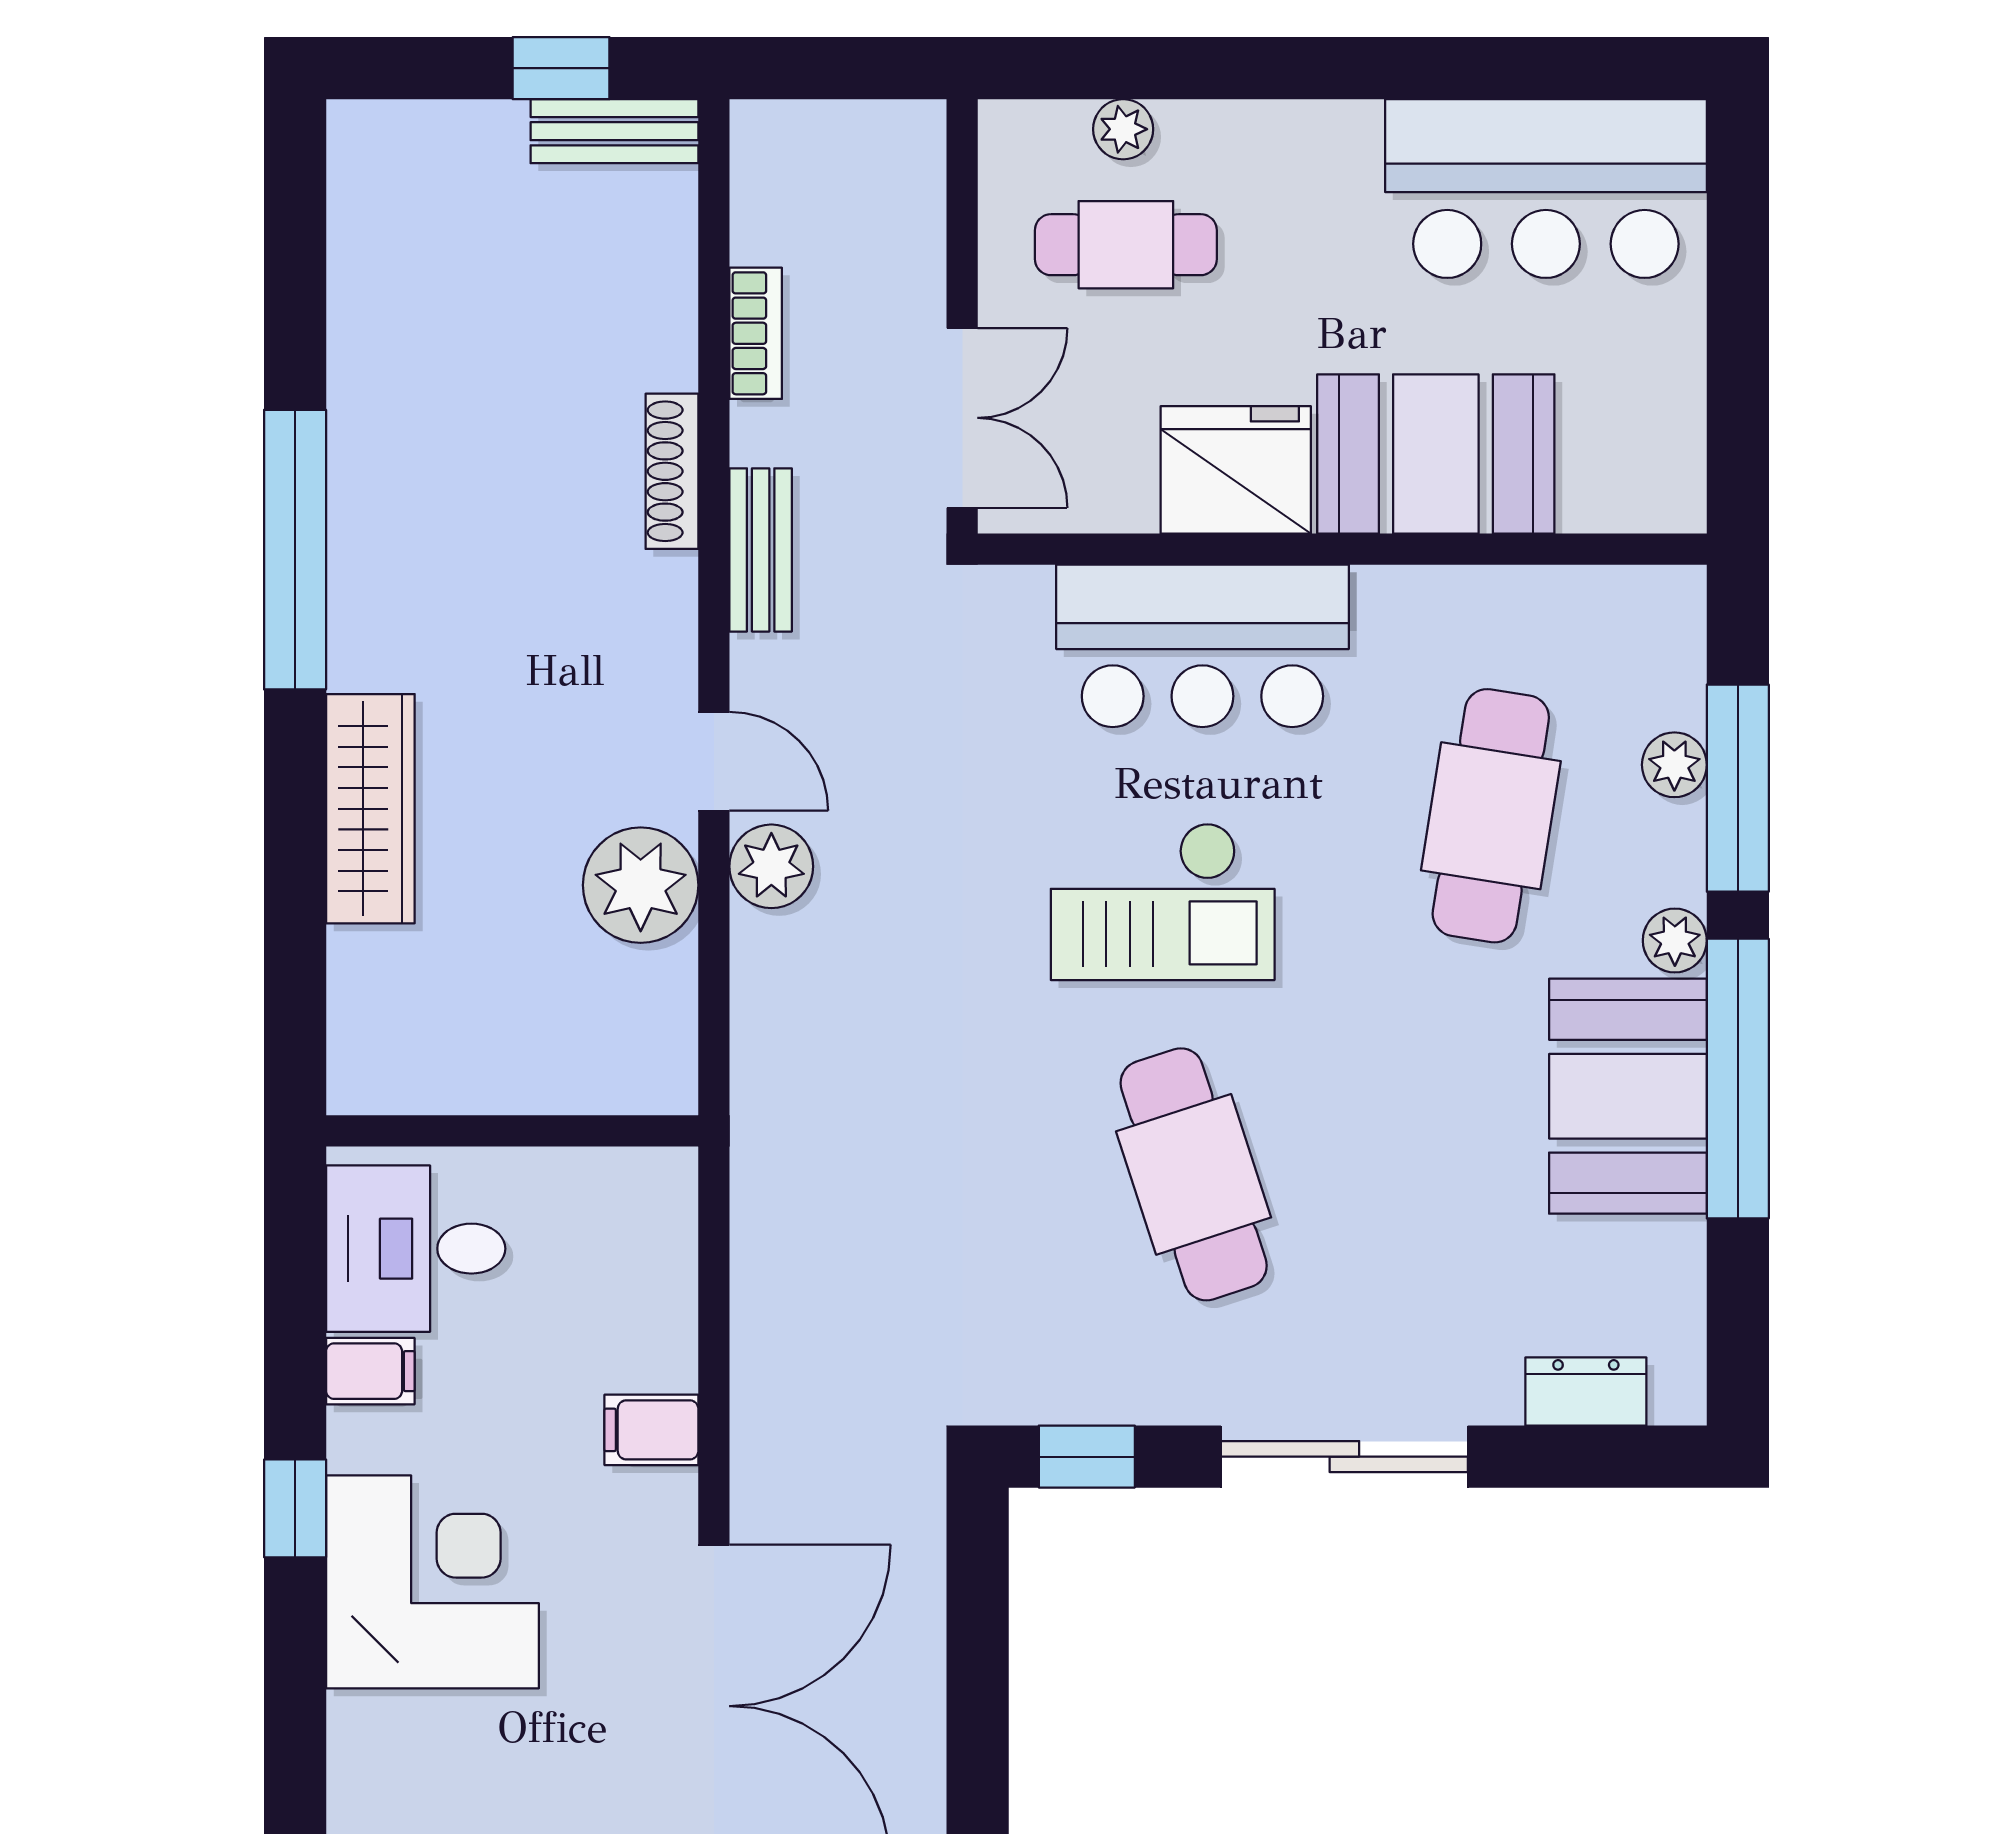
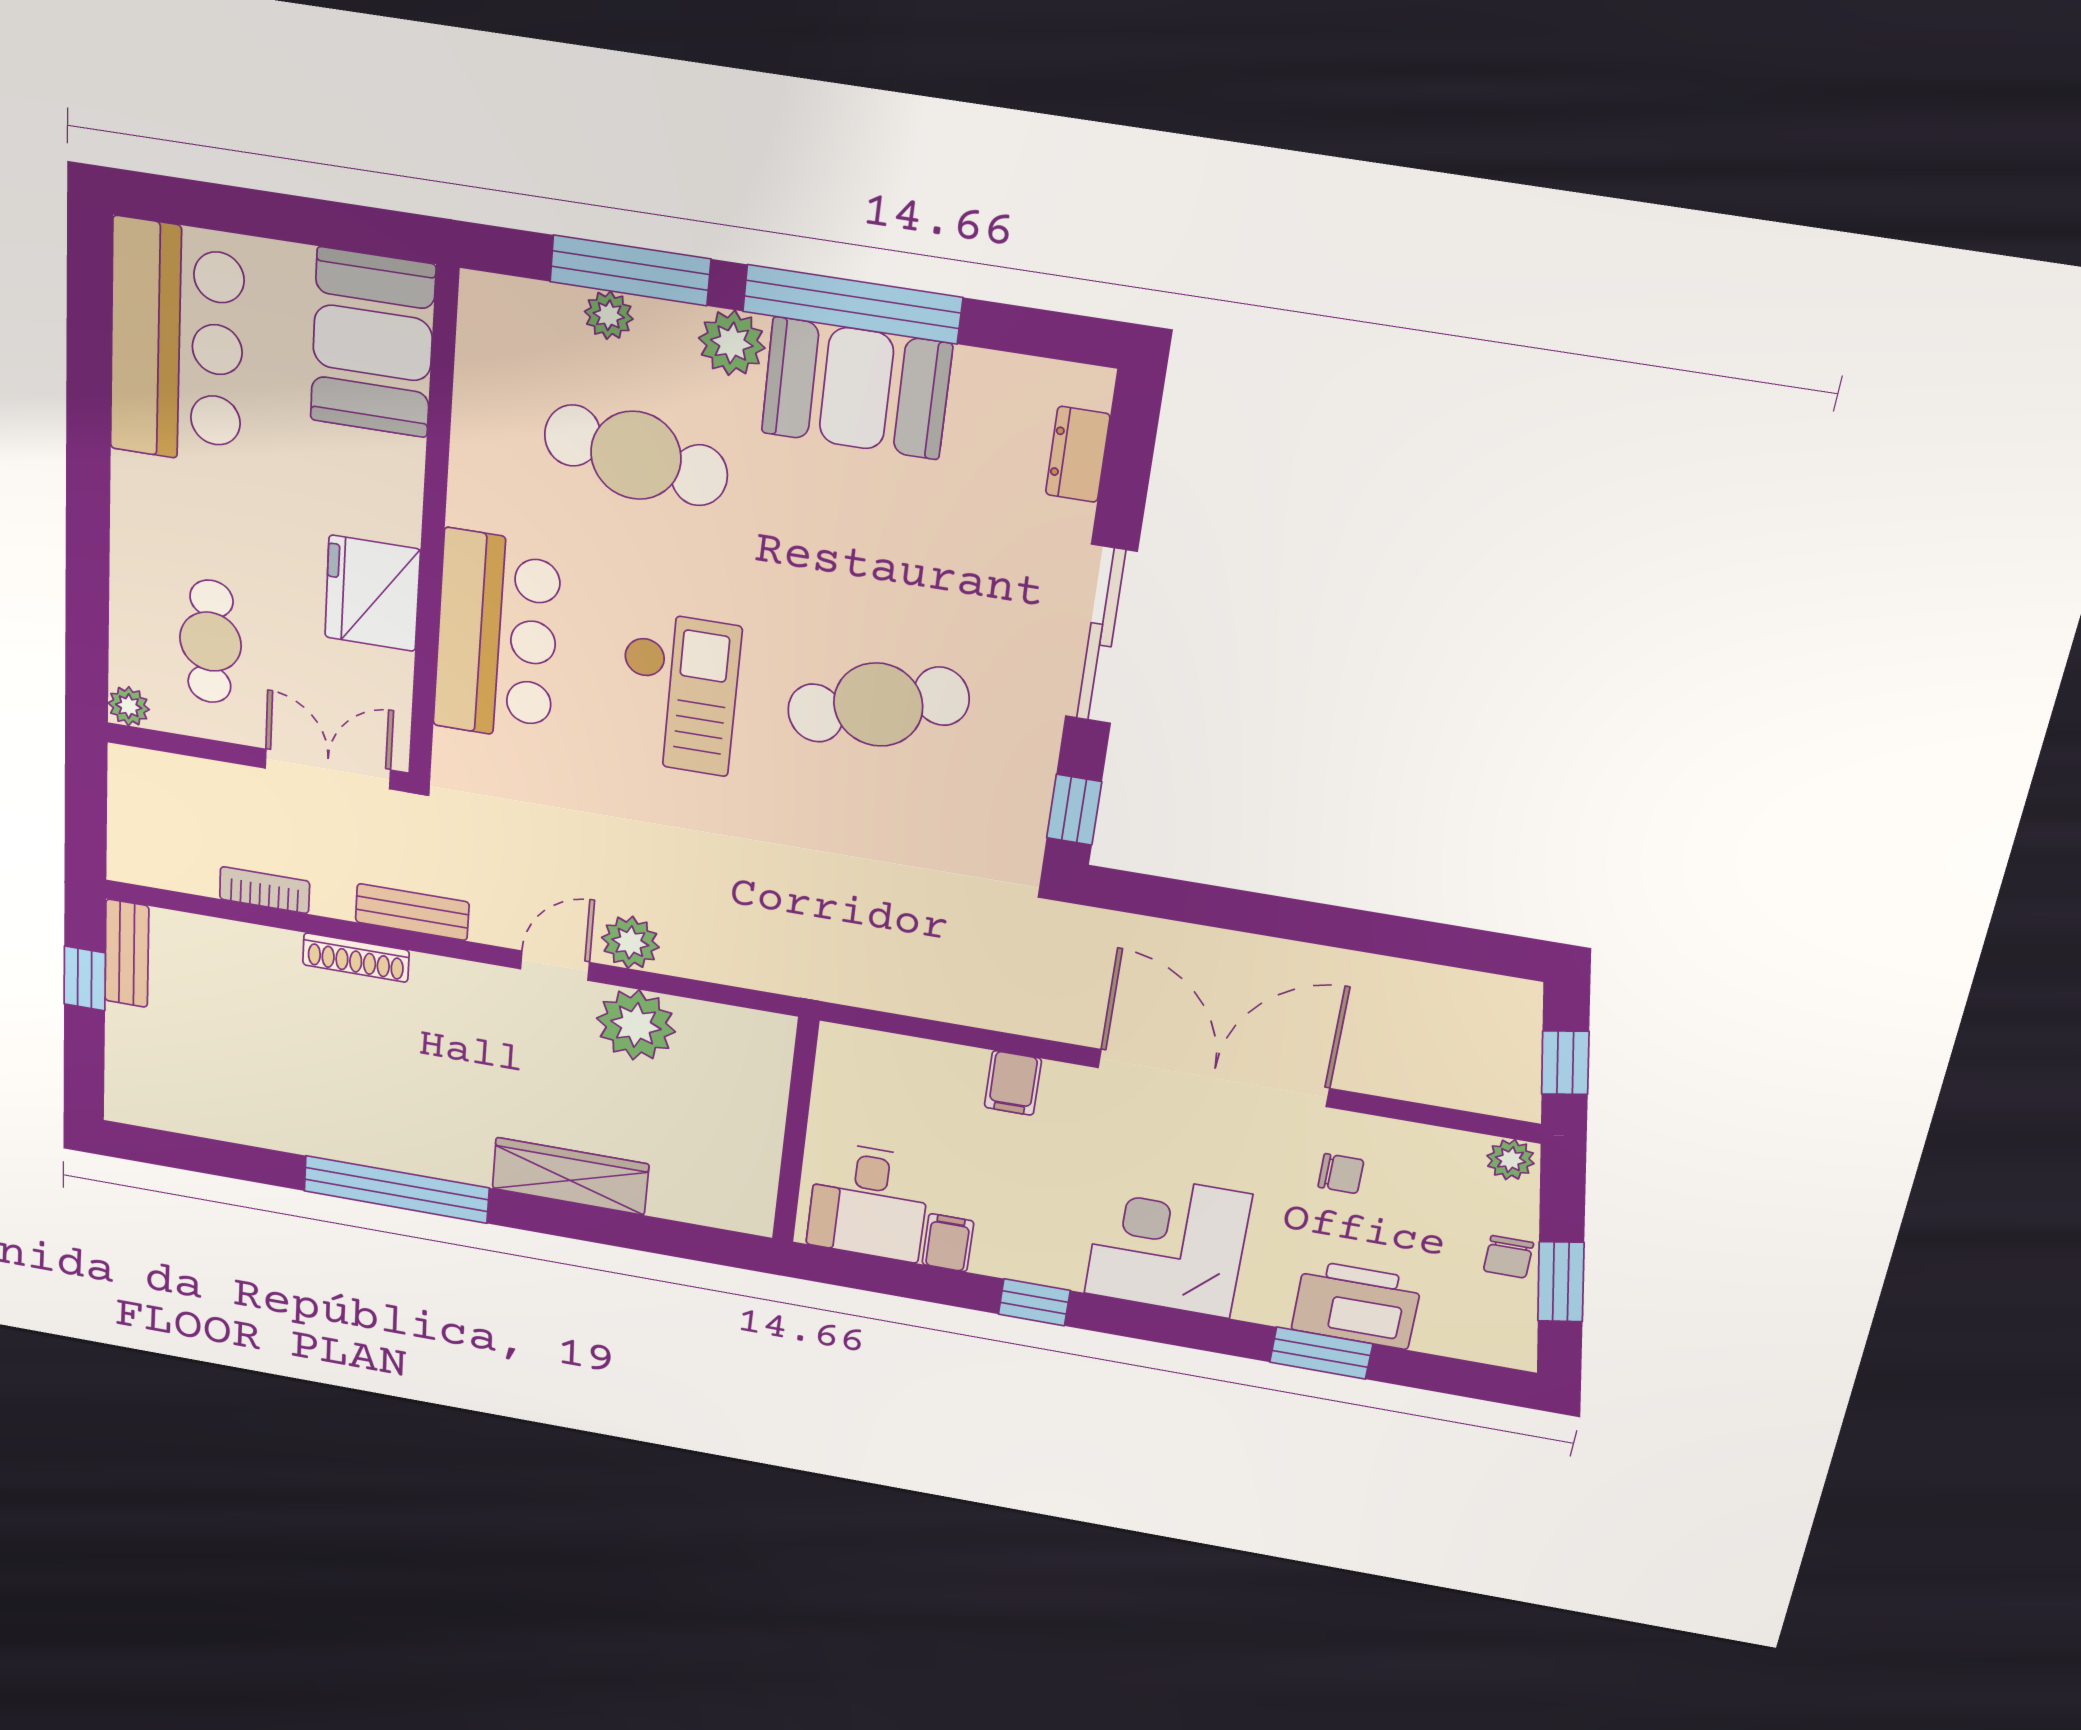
plant: (1123, 129) -> (129, 706), moved
booth: (1436, 454) -> (373, 343), moved
plant: (1675, 941) -> (732, 343), width x1.38, depth x1.38
corner desk: (432, 1582) -> (1168, 1244), moved

